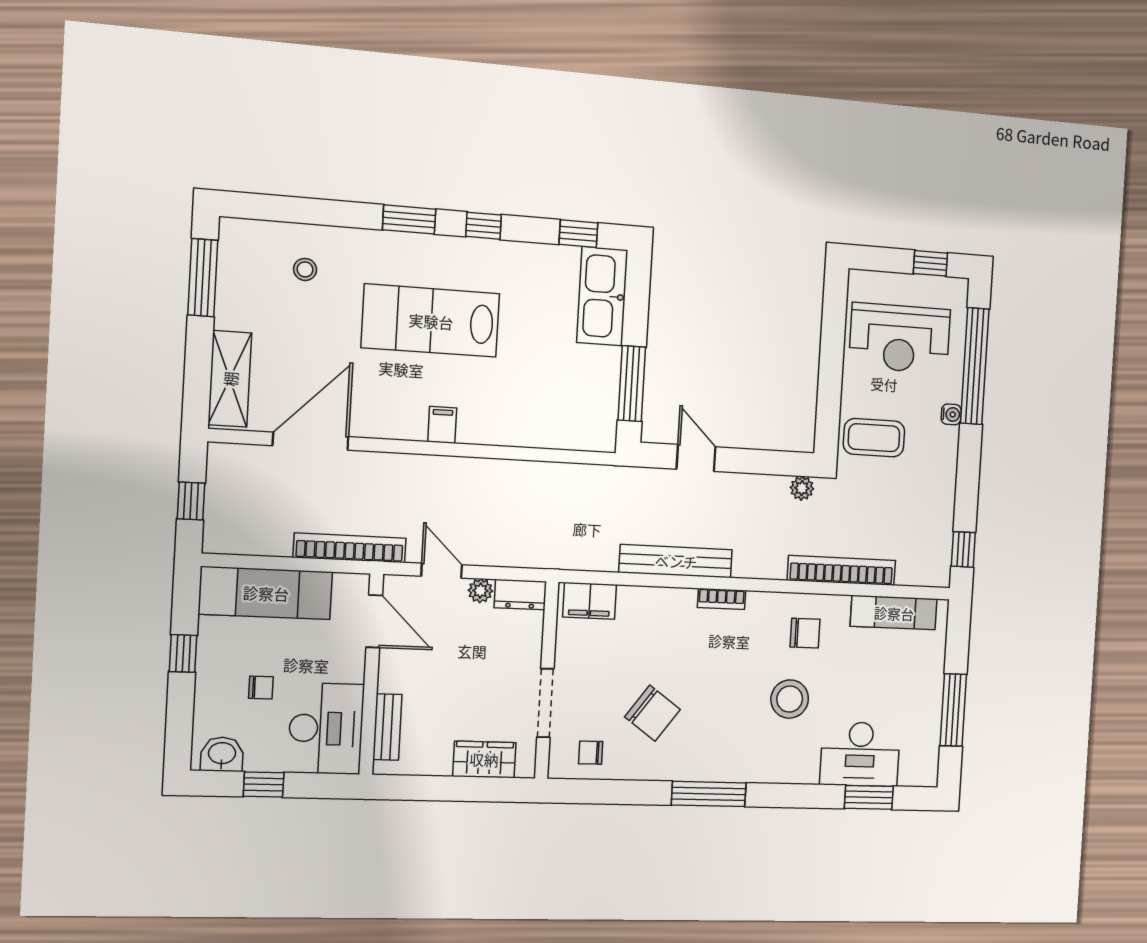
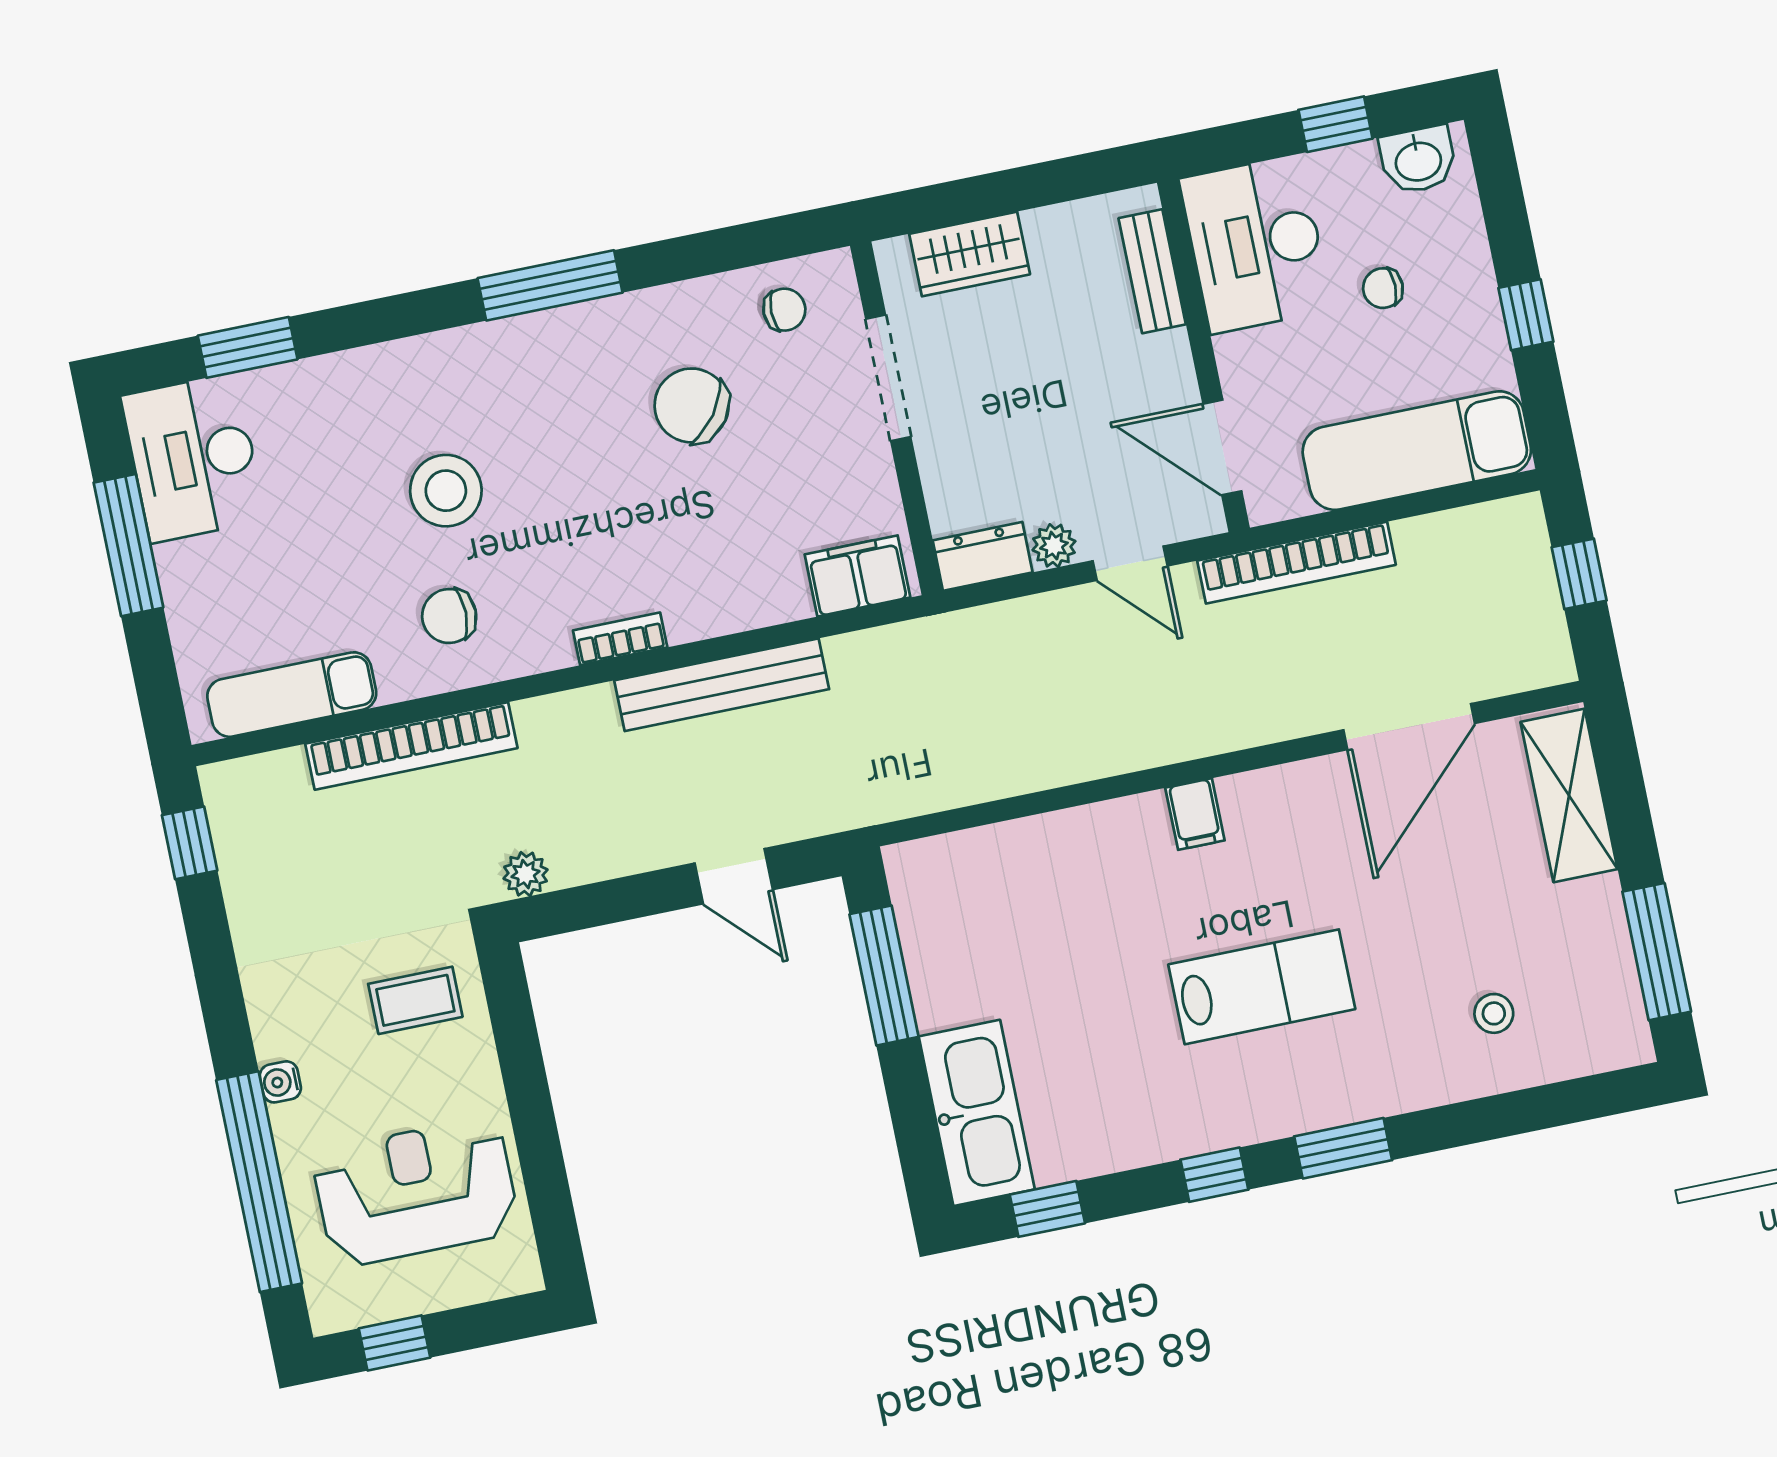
lab bench: (431, 321) -> (1262, 987), width x0.73, depth x0.72
coffee table: (874, 438) -> (415, 1000), width x0.73, depth x0.77
desk: (860, 754) -> (193, 458), moved, turned -90

